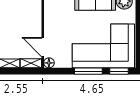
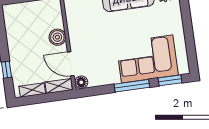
boiler: (35, 25) -> (57, 37), added
corner sofa: (103, 46) -> (147, 59), width x0.73, depth x0.74

